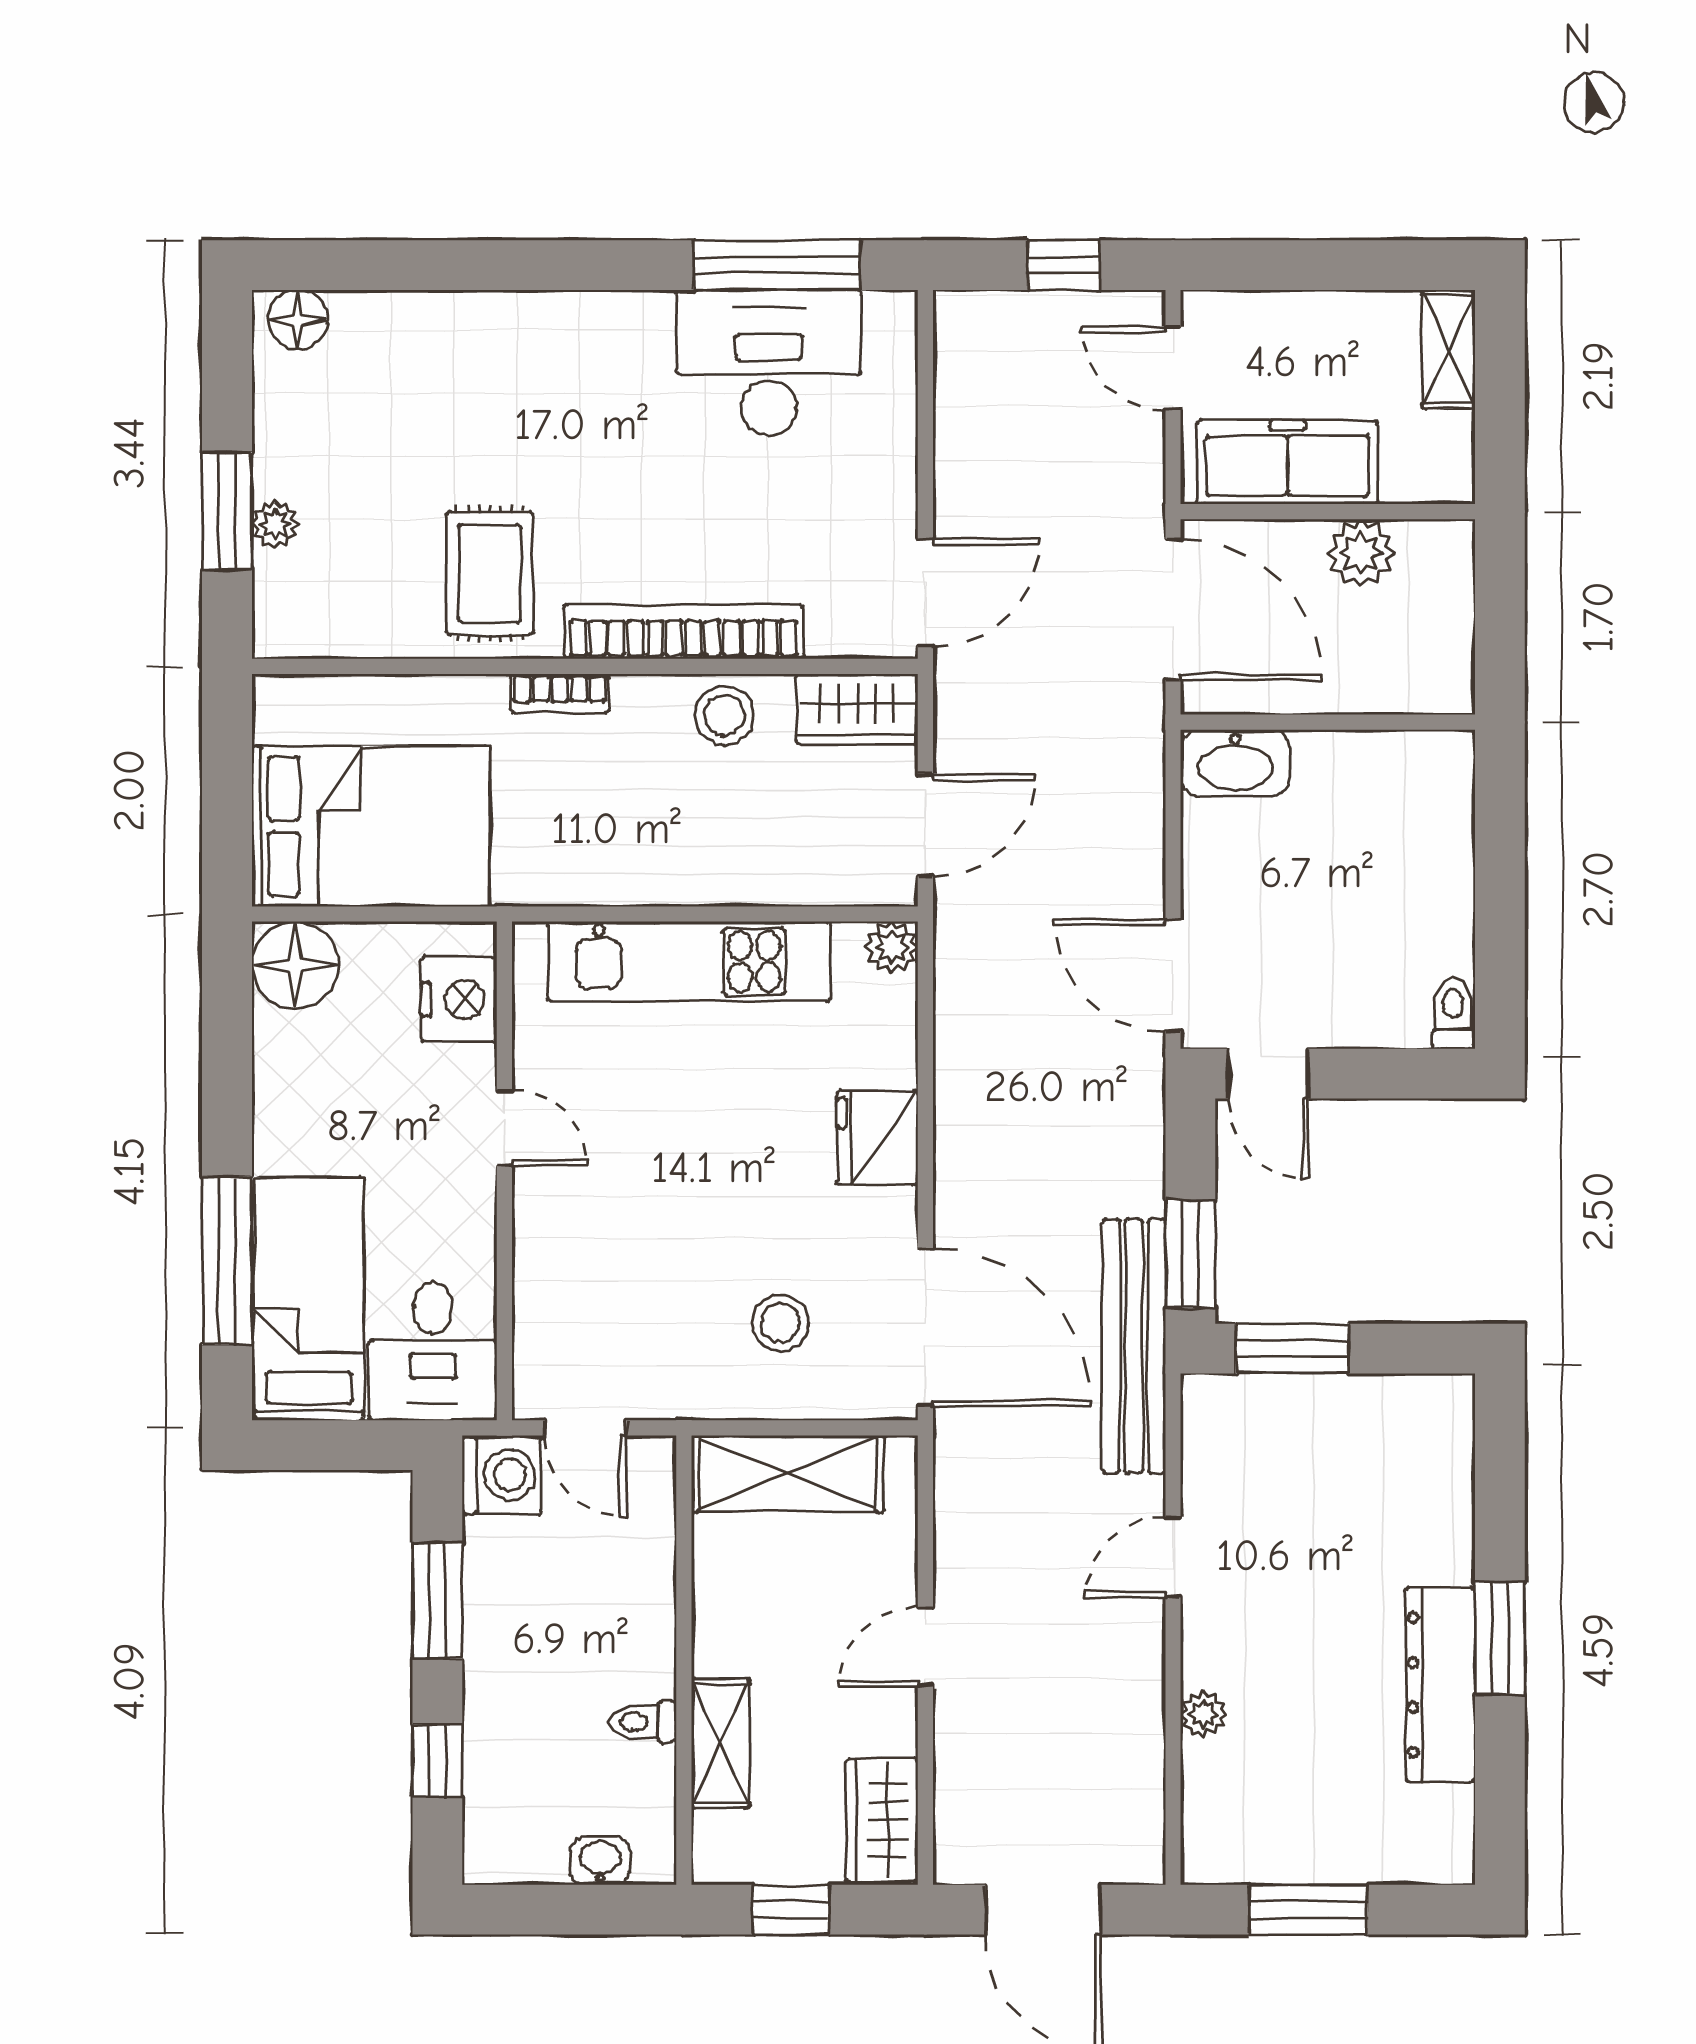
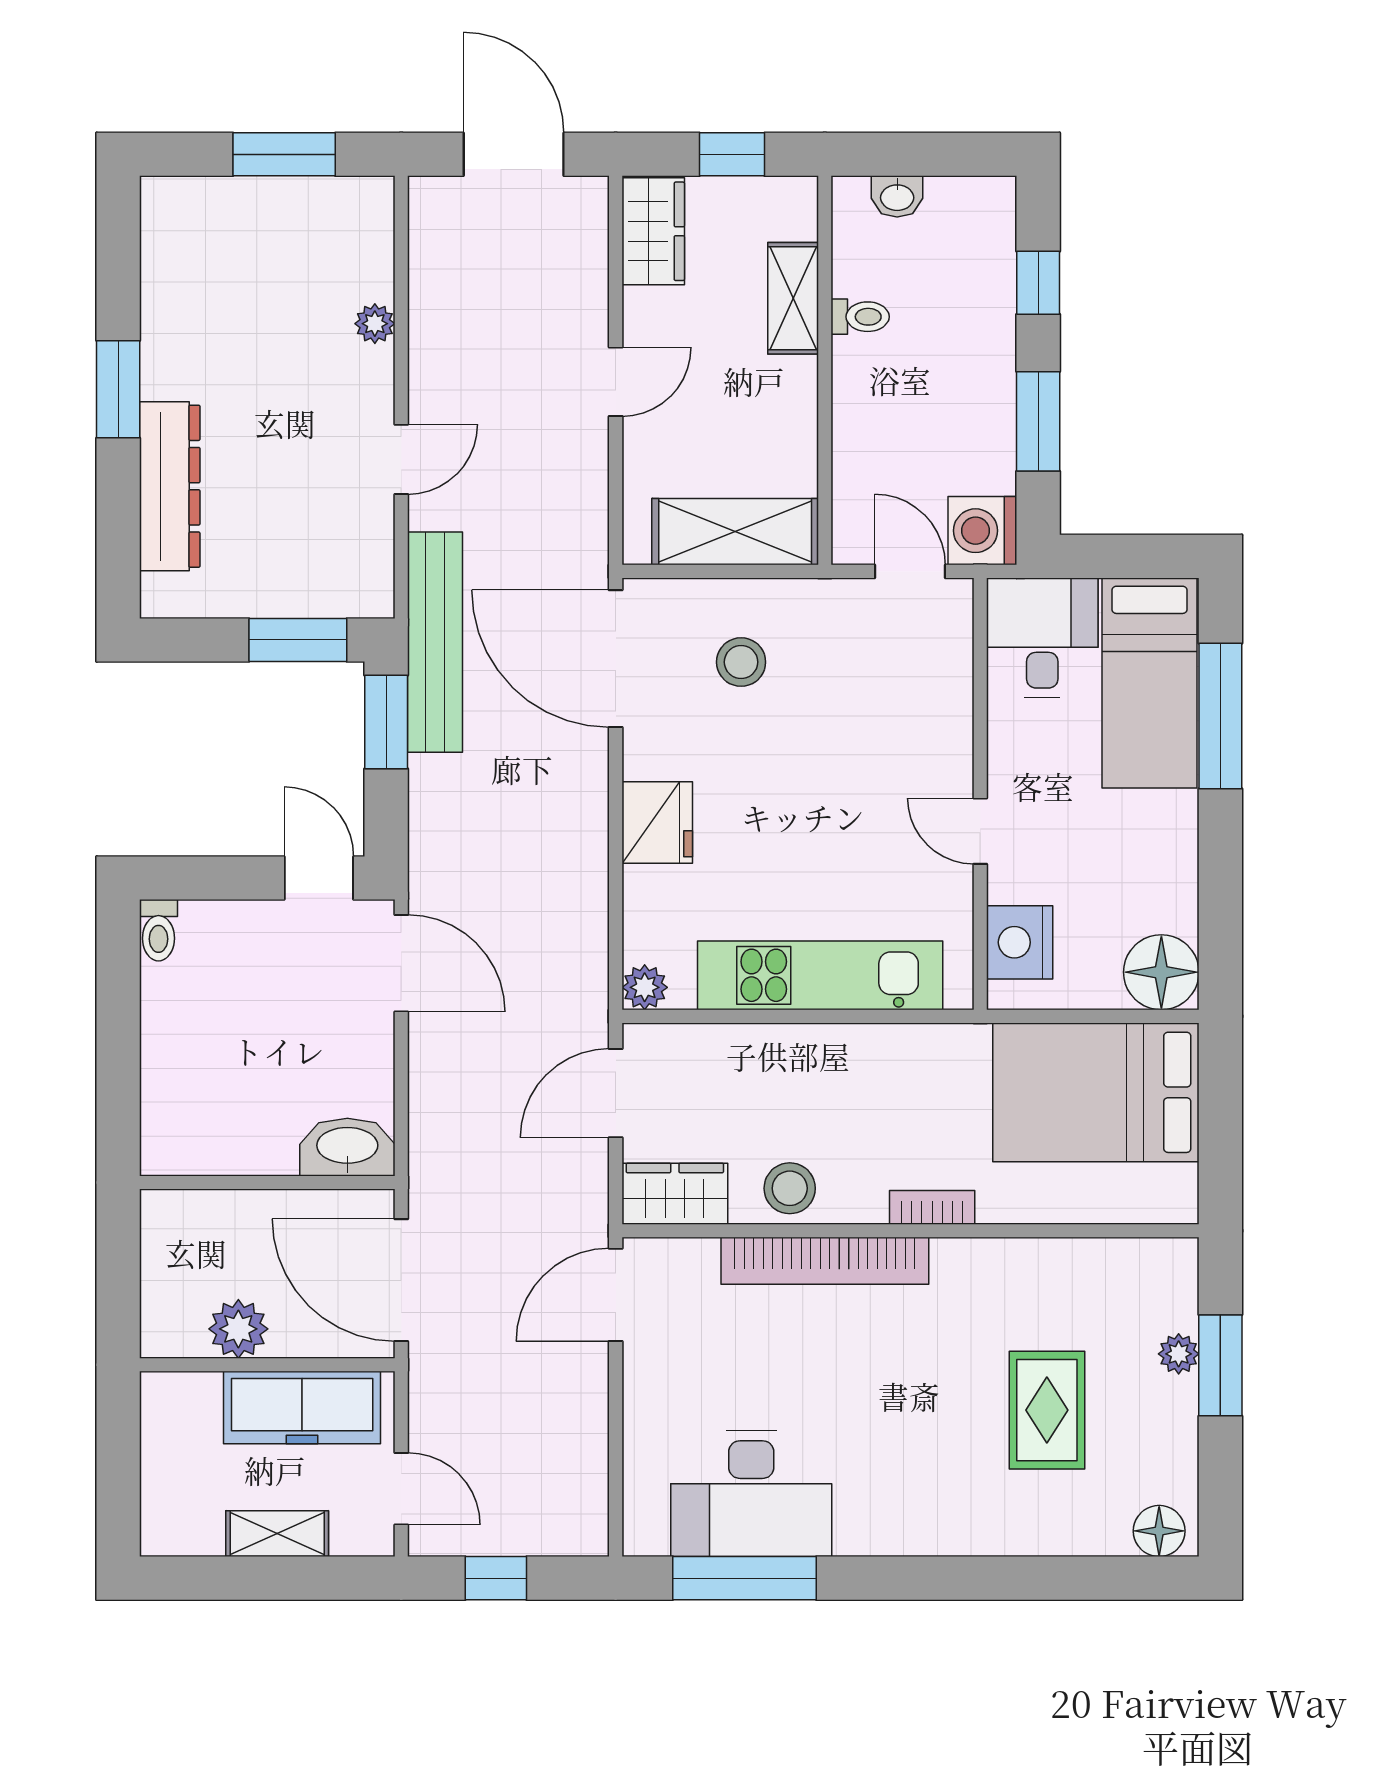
shelving: (1448, 349) -> (277, 1534), moved, turned 90
rug: (490, 573) -> (1047, 1410), moved
dresser: (1440, 1685) -> (170, 486), moved

